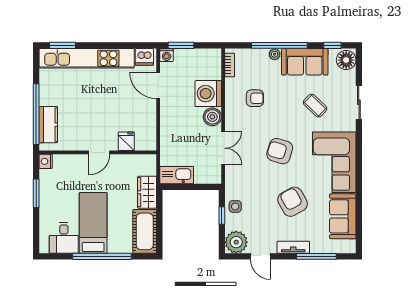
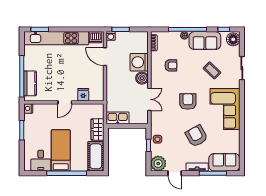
armchair: (280, 151) -> (188, 101), turned 73
sofa: (343, 216) -> (224, 162), moved, turned 90

